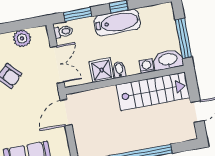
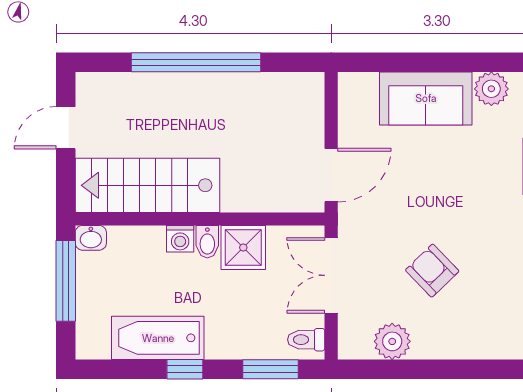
bathtub: (117, 22) -> (158, 338), moved
washbasin: (168, 60) -> (91, 238), width x0.52, depth x0.69
washing machine: (147, 66) -> (180, 239), moved

